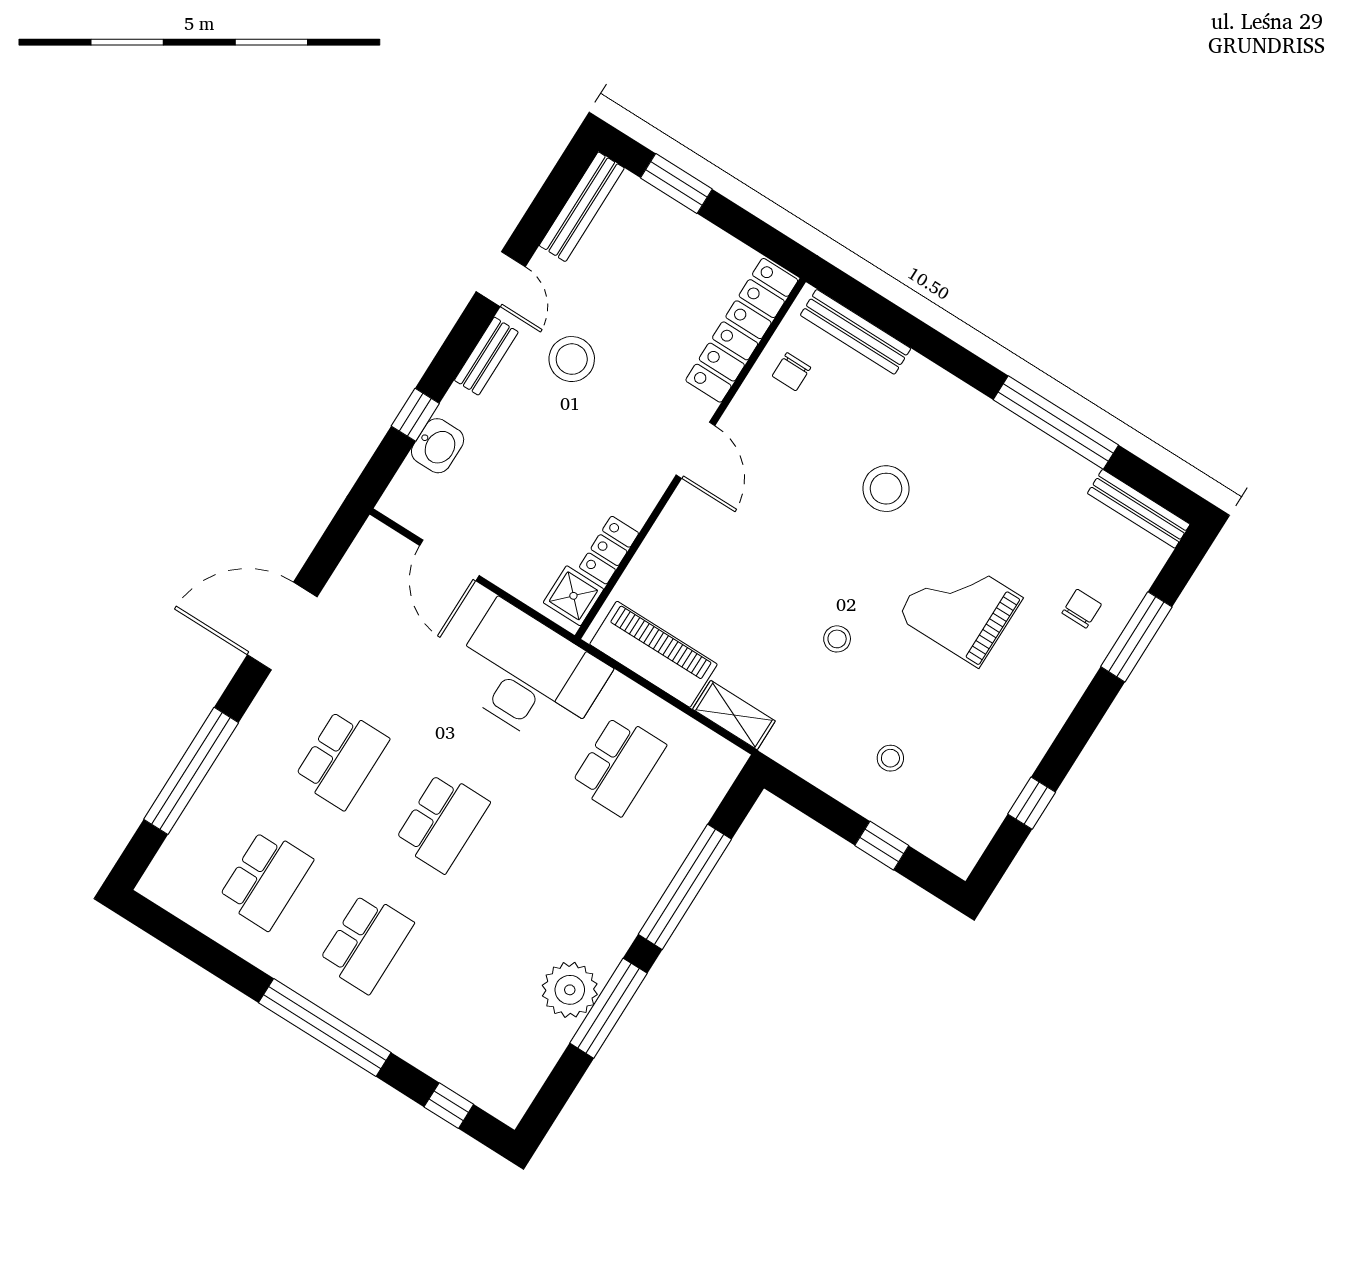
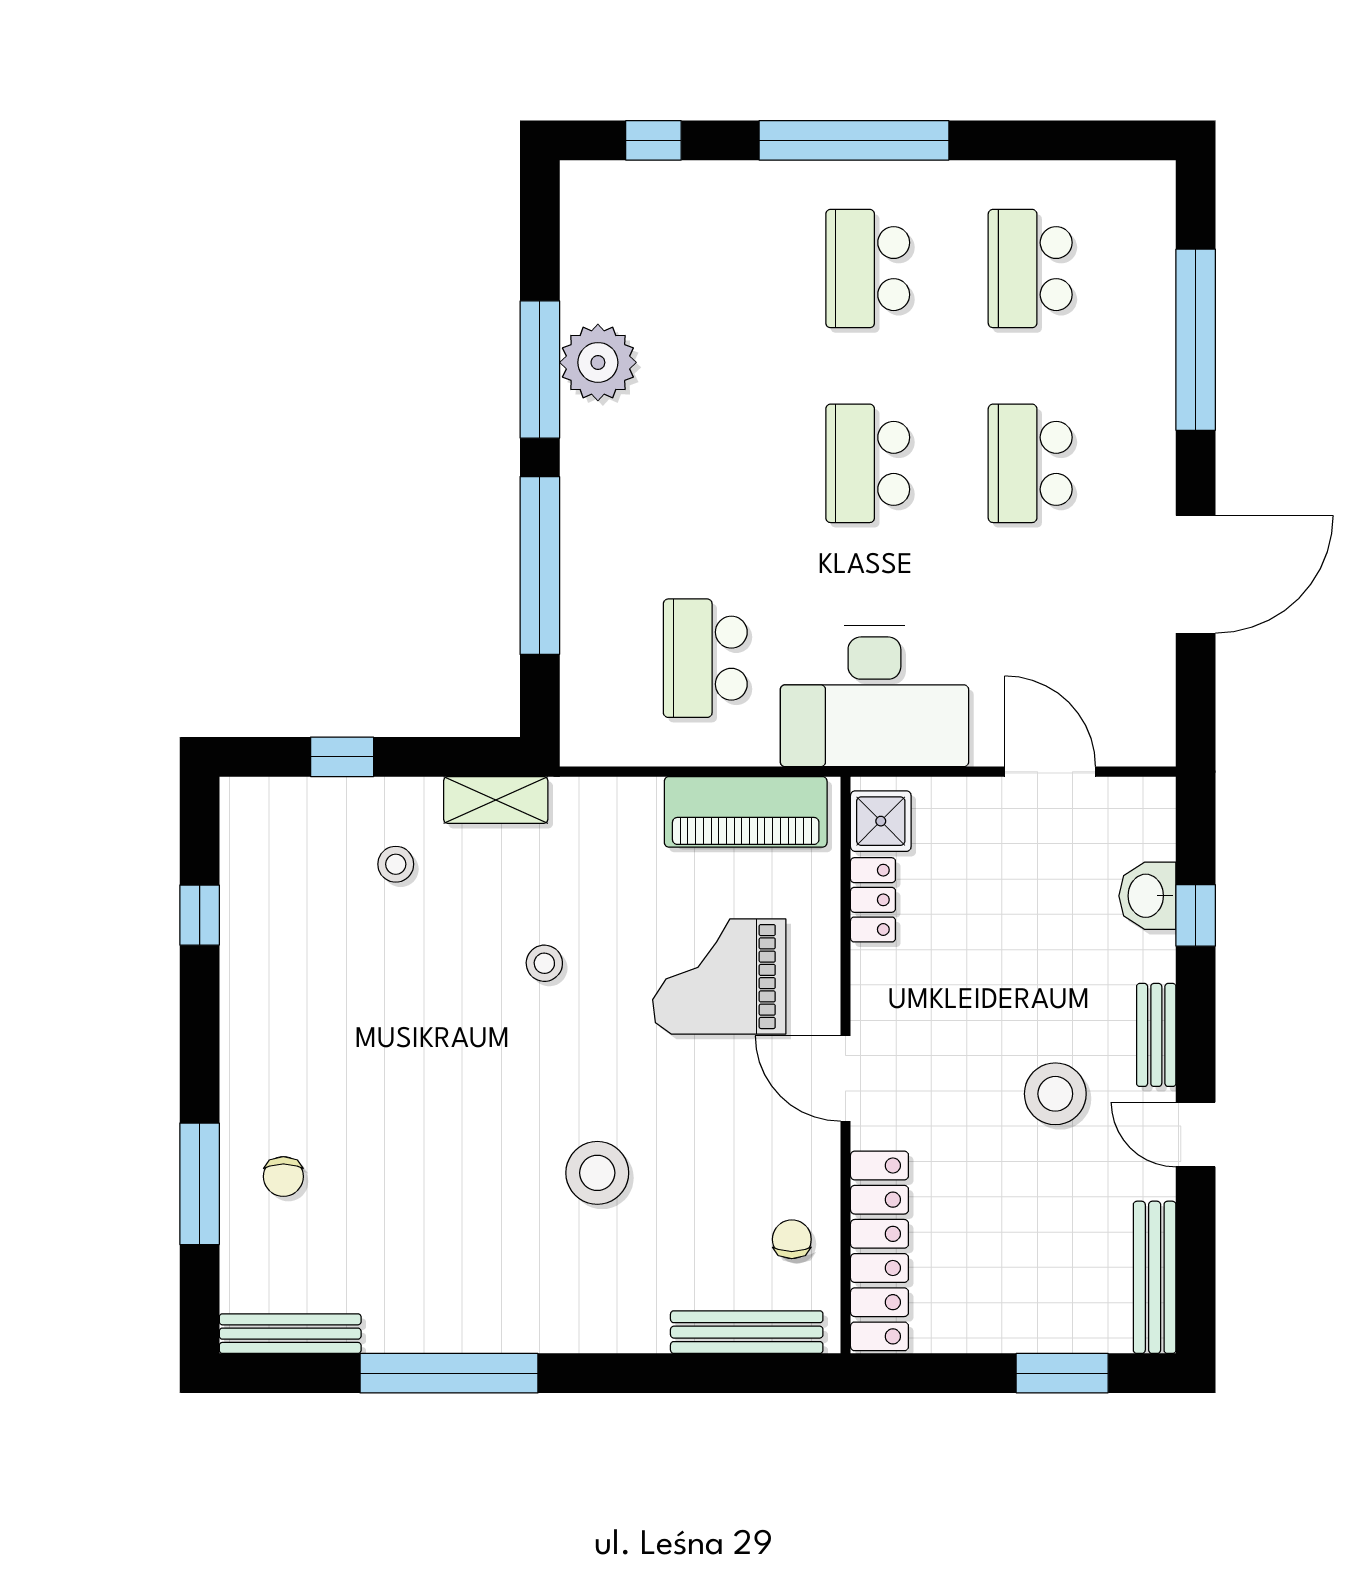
grand piano: (960, 607) -> (719, 977), moved, turned 180
shelving: (734, 715) -> (496, 800), moved

